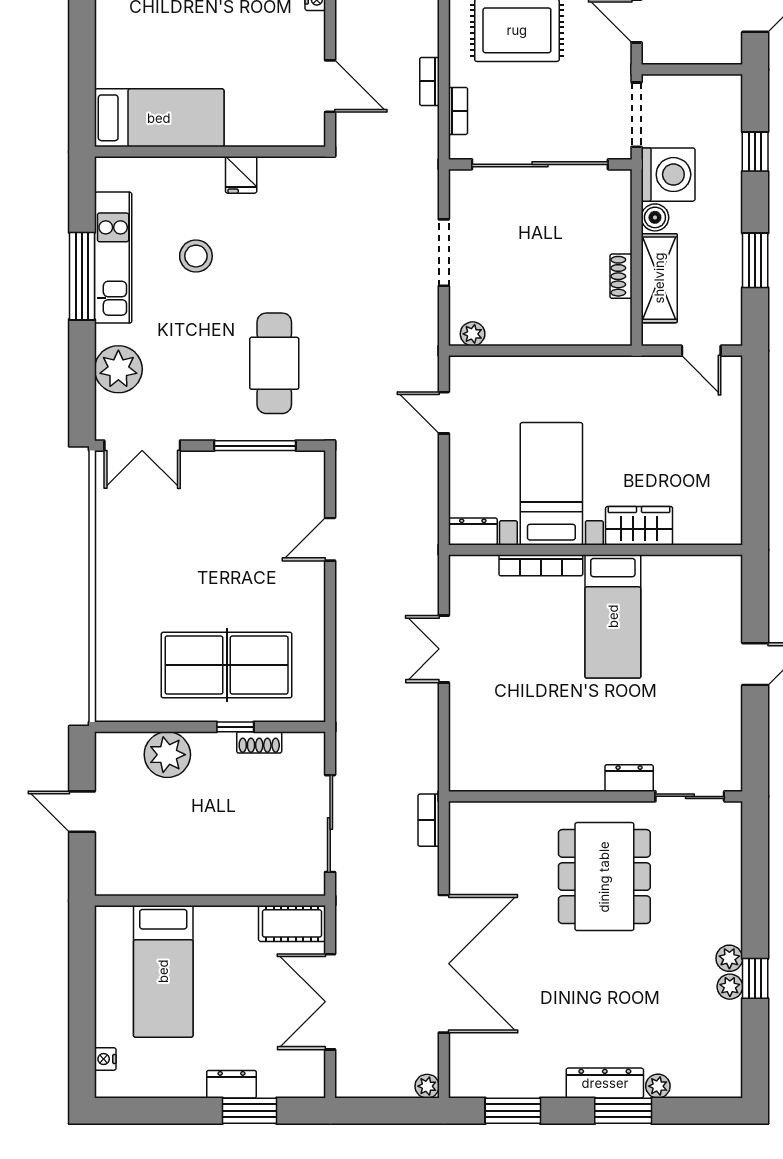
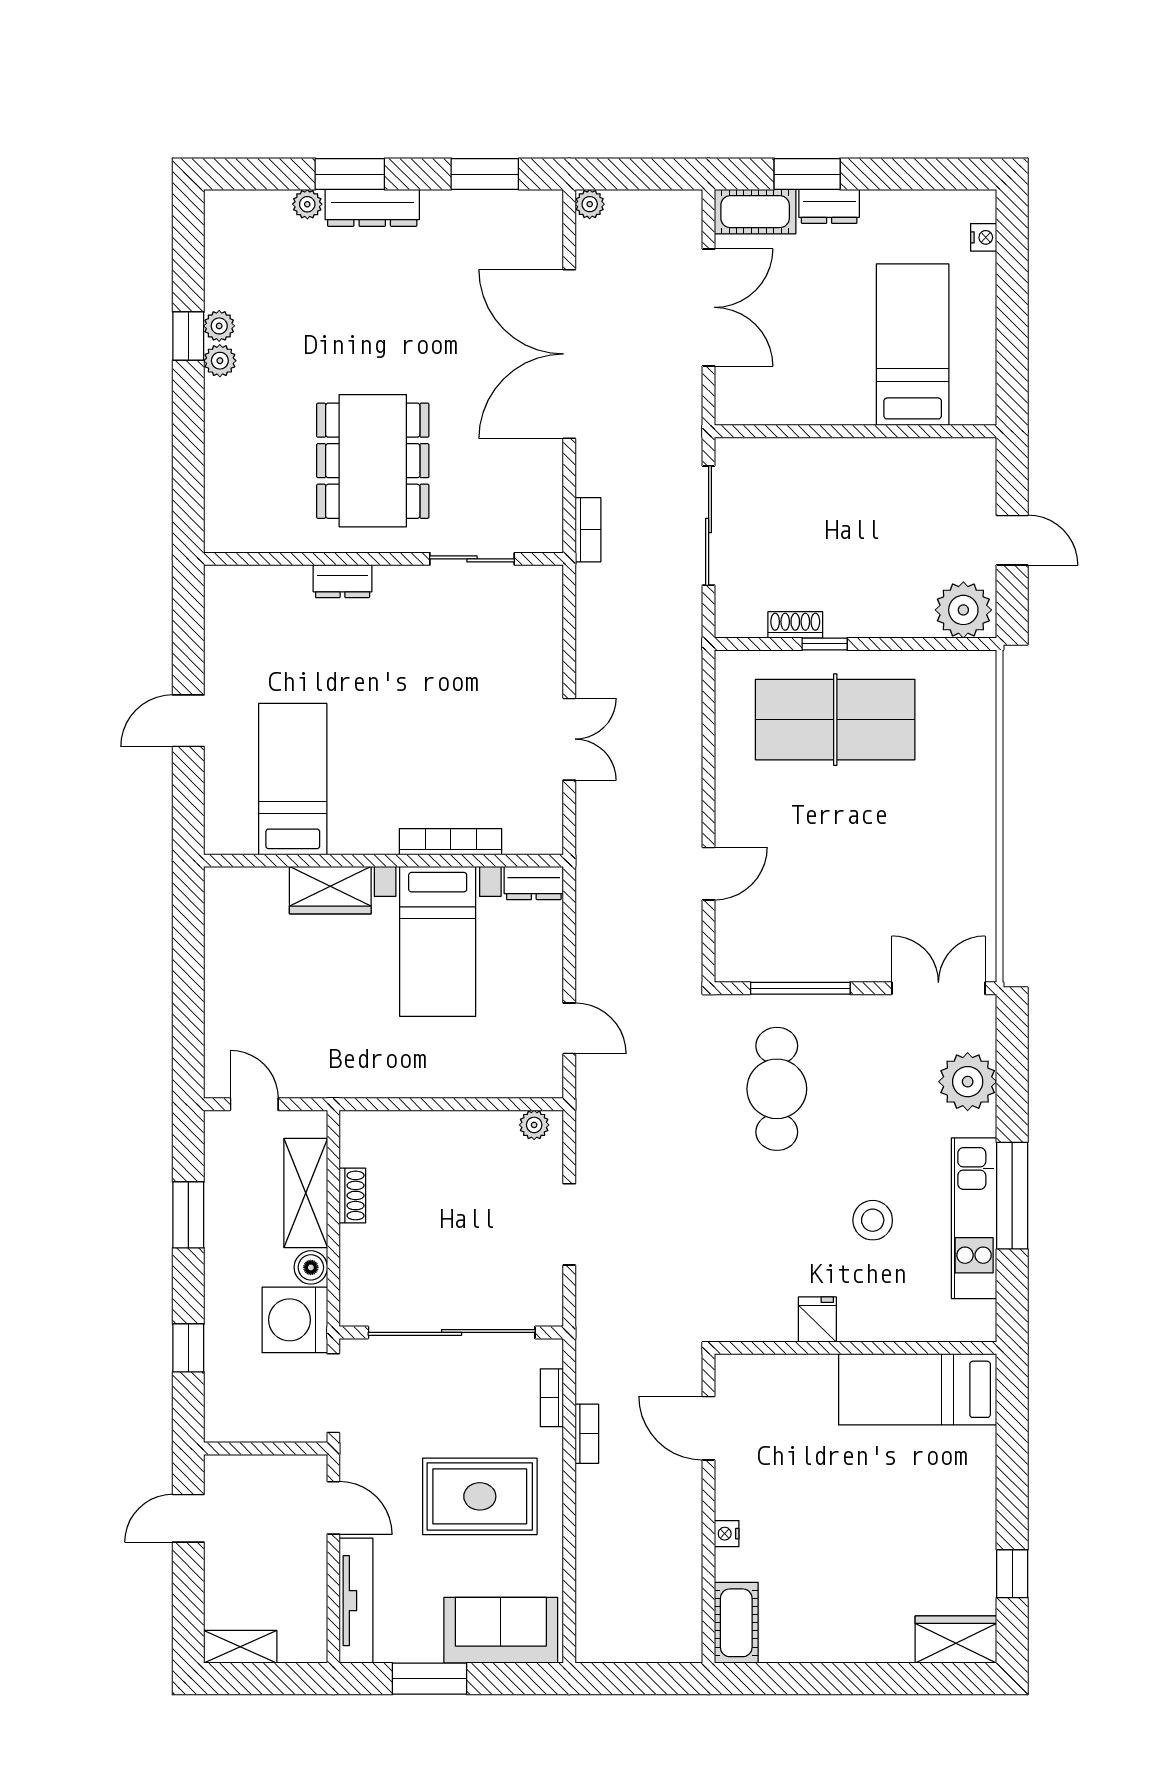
bed: (613, 616) -> (293, 779), moved
plant: (167, 755) -> (963, 610), moved
sliding door: (690, 796) -> (472, 559), moved
cot: (292, 923) -> (755, 212), moved

